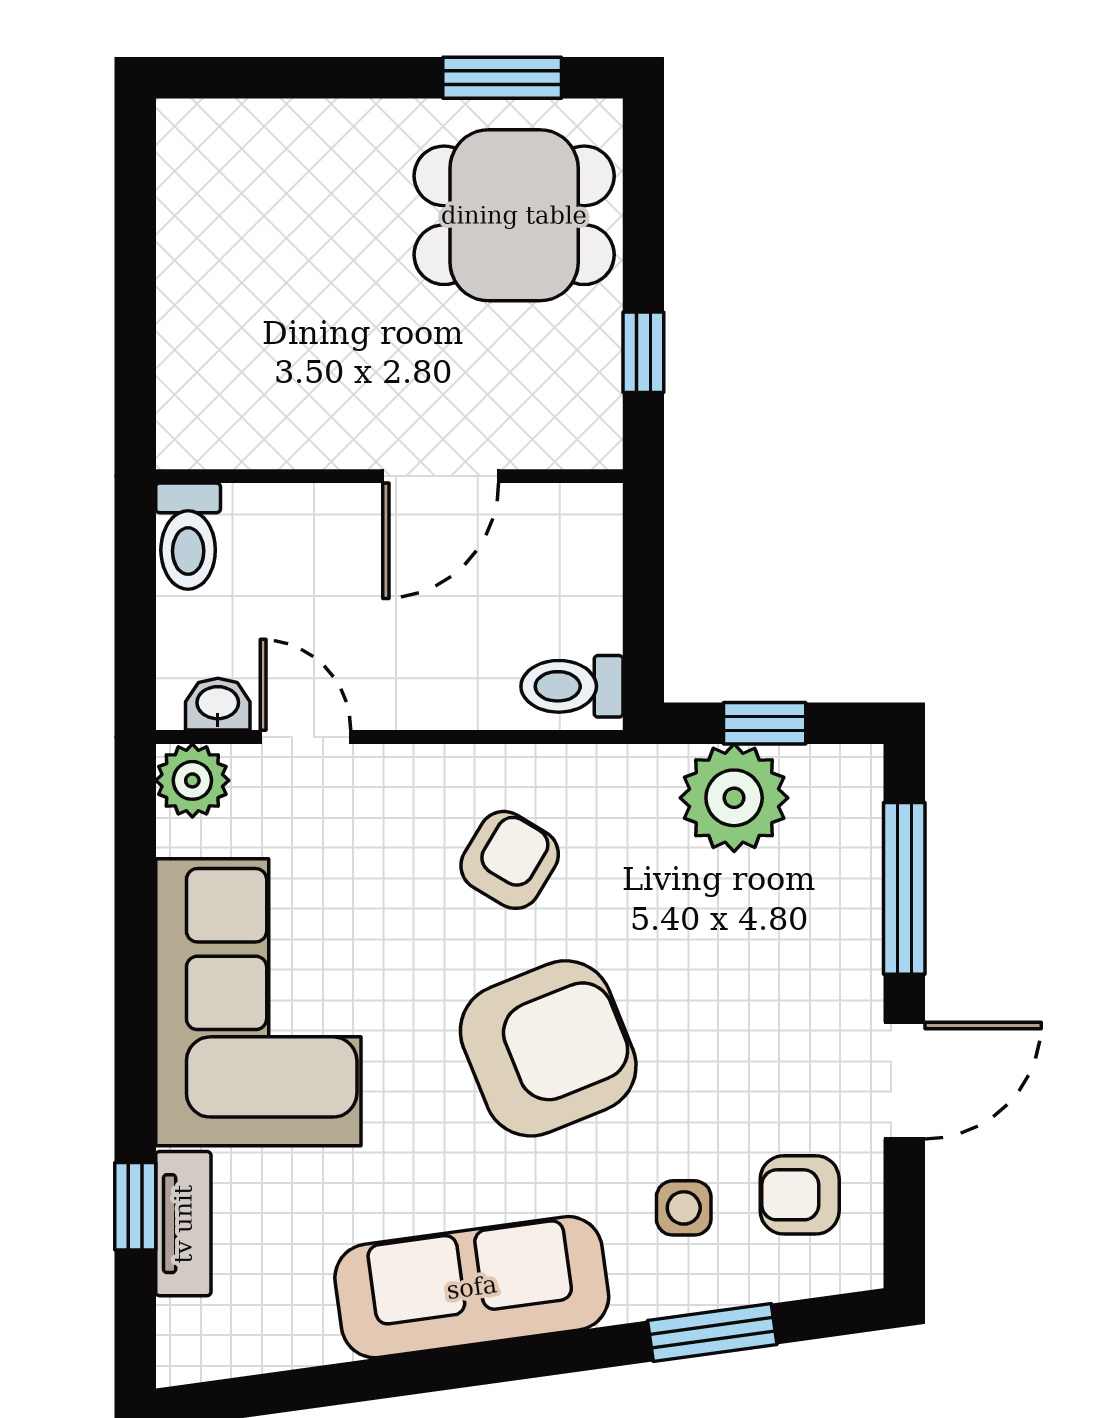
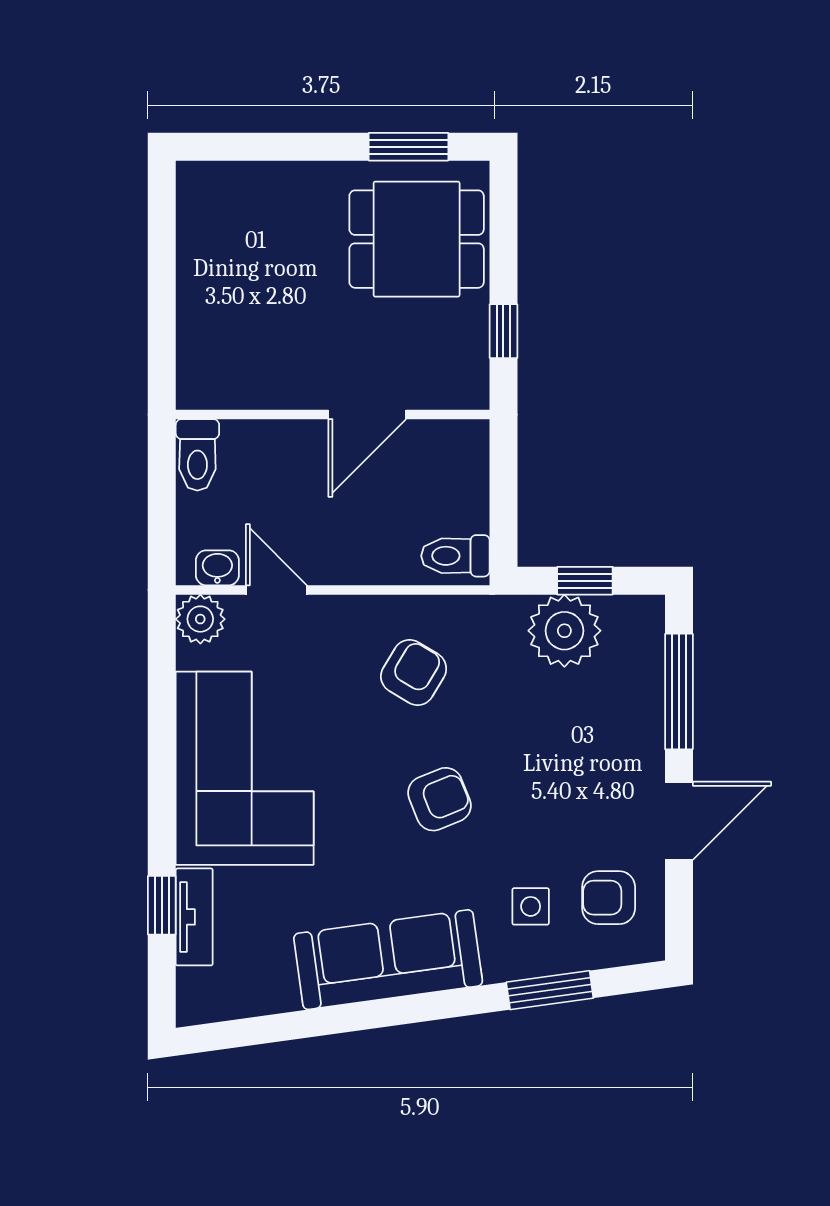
armchair: (548, 1048) -> (439, 799), width x0.53, depth x0.53

